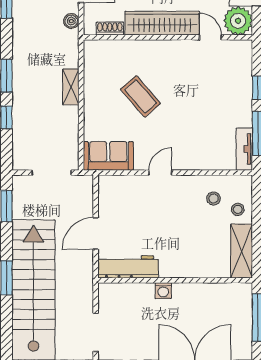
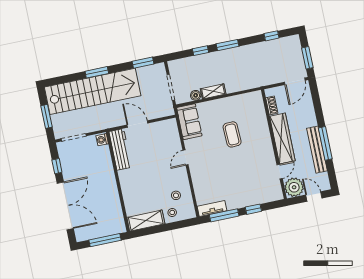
boiler: (71, 21) -> (196, 95), moved
shelving: (71, 87) -> (213, 91), moved
coffee table: (141, 96) -> (232, 134), turned -51
door: (160, 173) -> (186, 158), swing flipped
washing machine: (163, 291) -> (102, 140), moved

